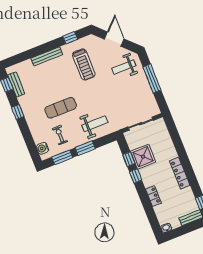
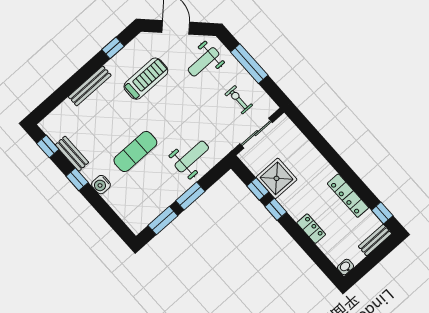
treadmill: (84, 64) -> (146, 79), turned -90
bench: (16, 84) -> (72, 154), moved
exercise bike: (60, 135) -> (239, 100), moved
water cooler: (43, 148) -> (101, 185), moved
locker: (180, 173) -> (348, 196), moved

